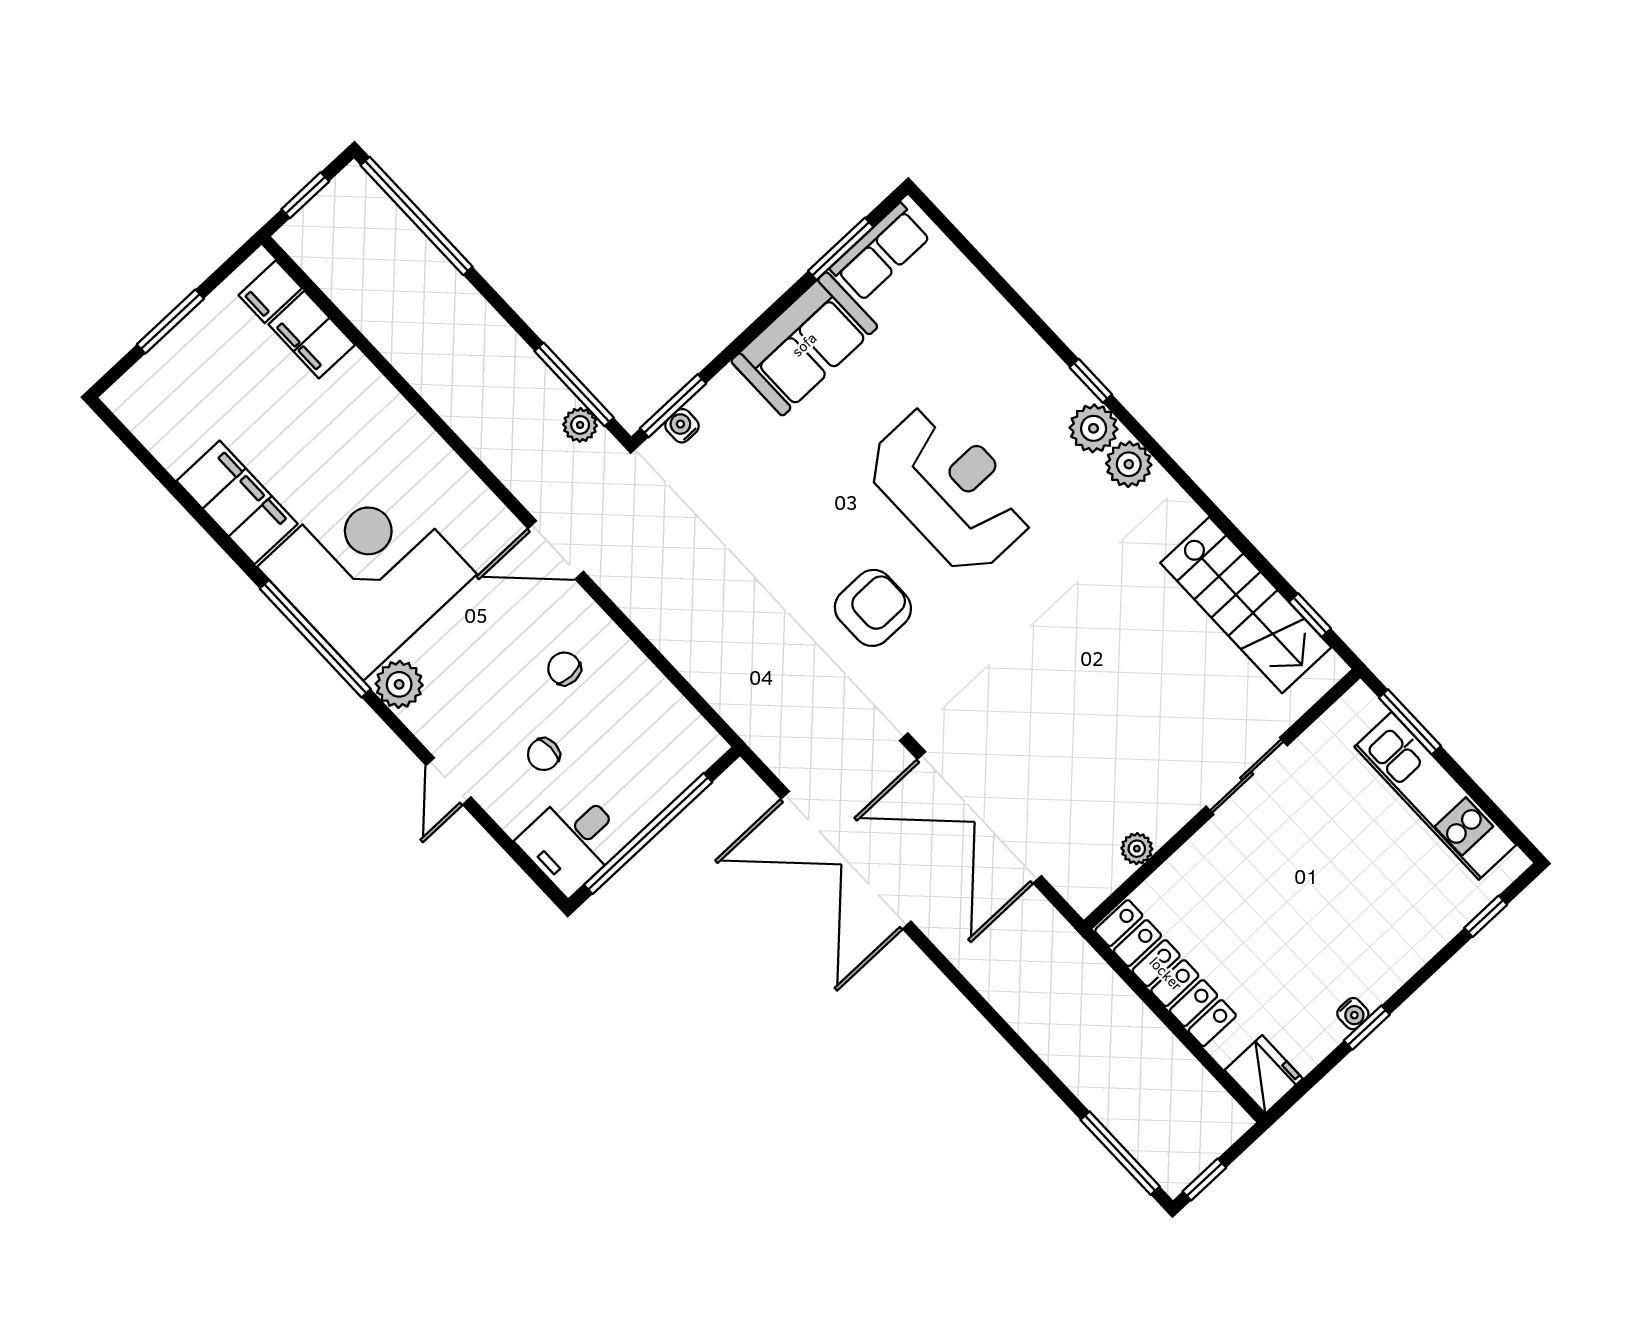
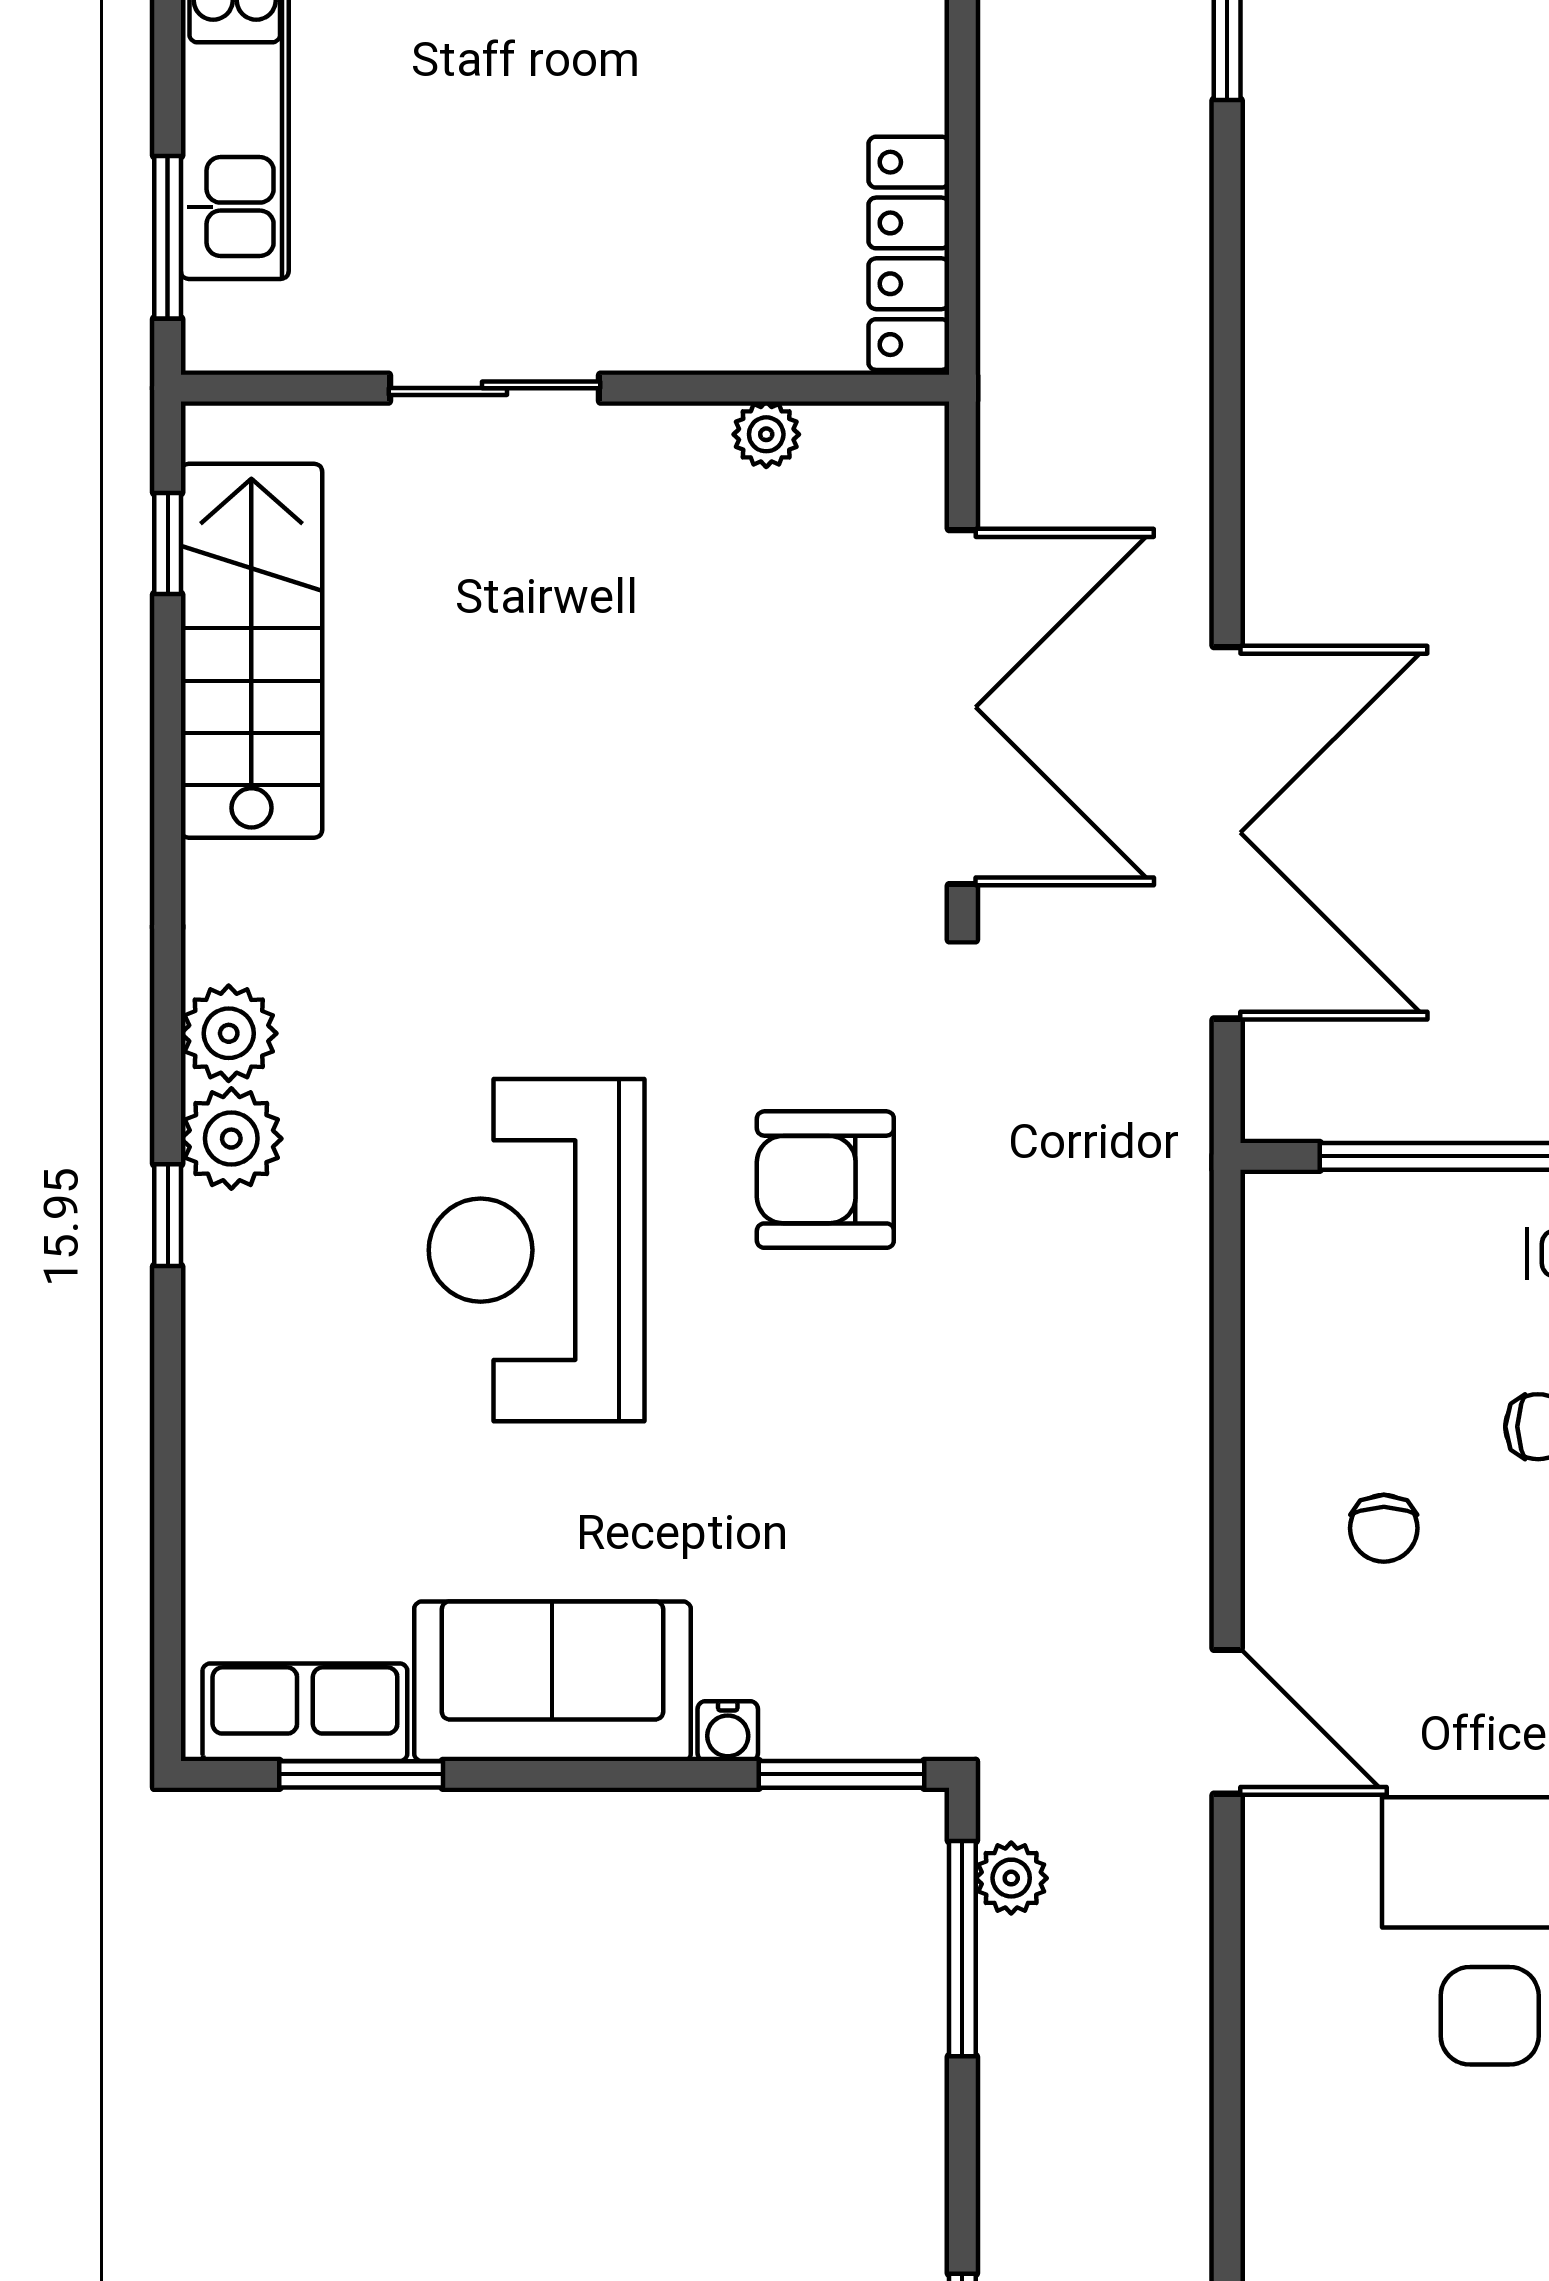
water cooler: (682, 426) -> (728, 1731), moved
locker: (1166, 973) -> (909, 253), width x0.71, depth x0.83

